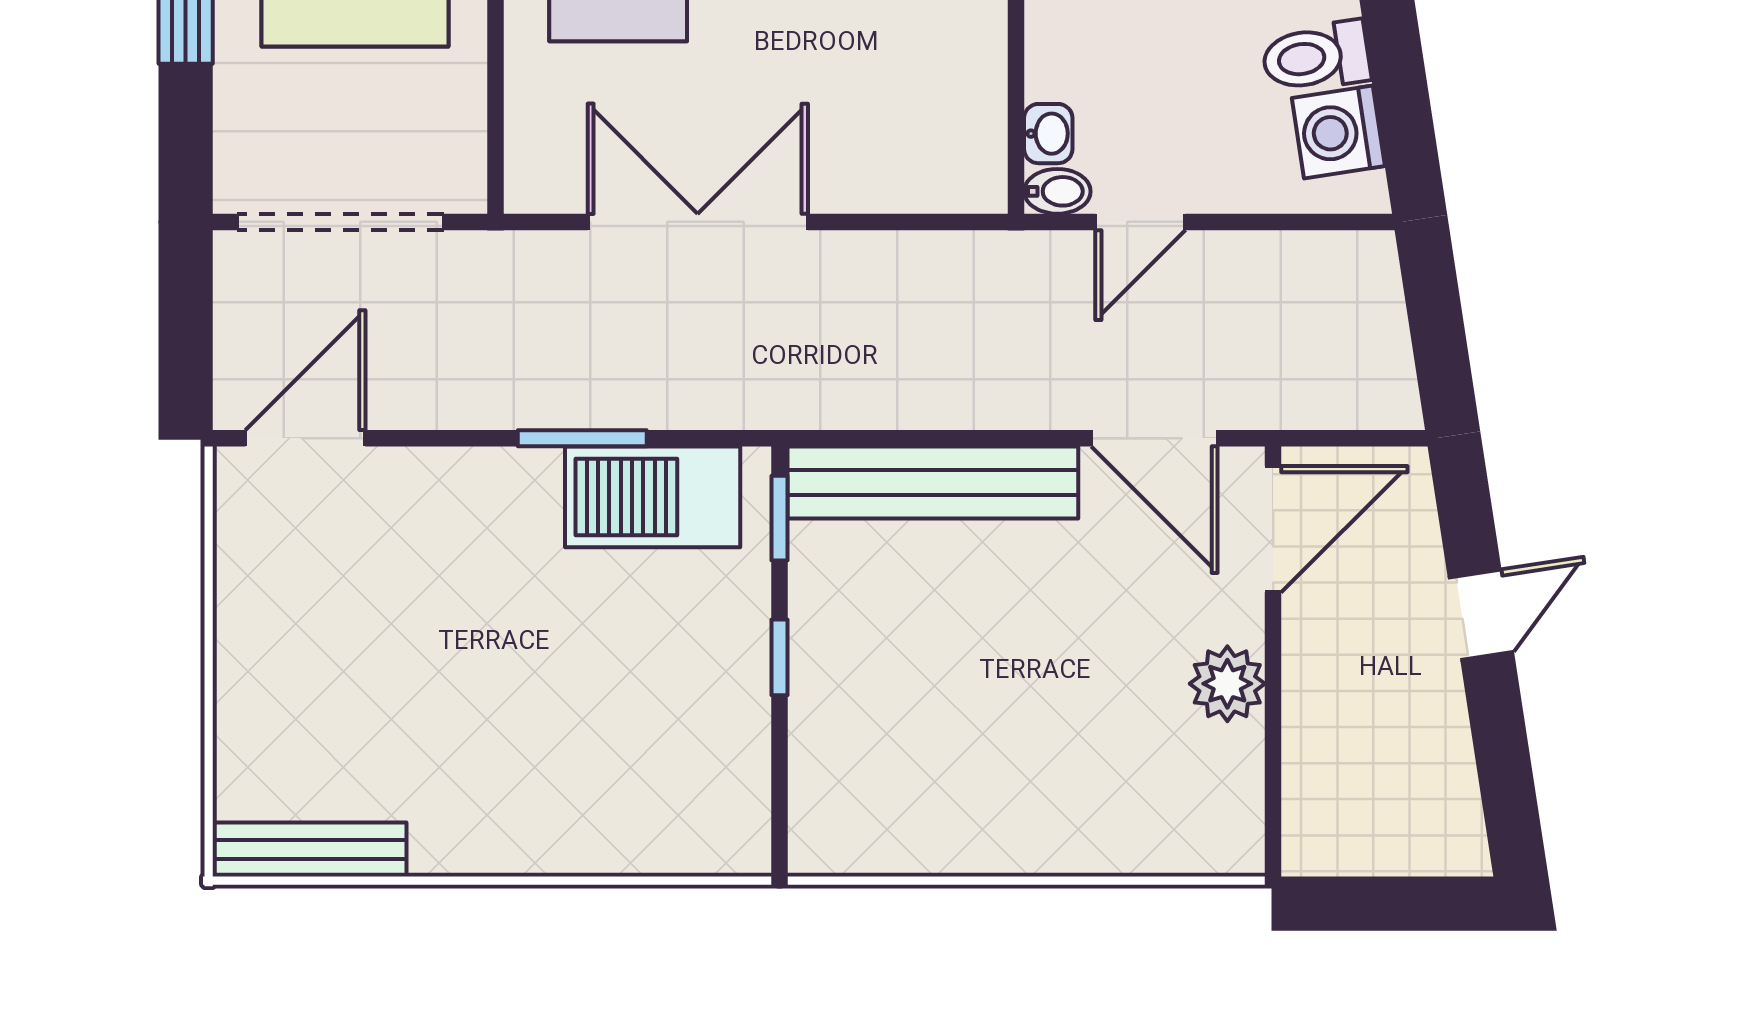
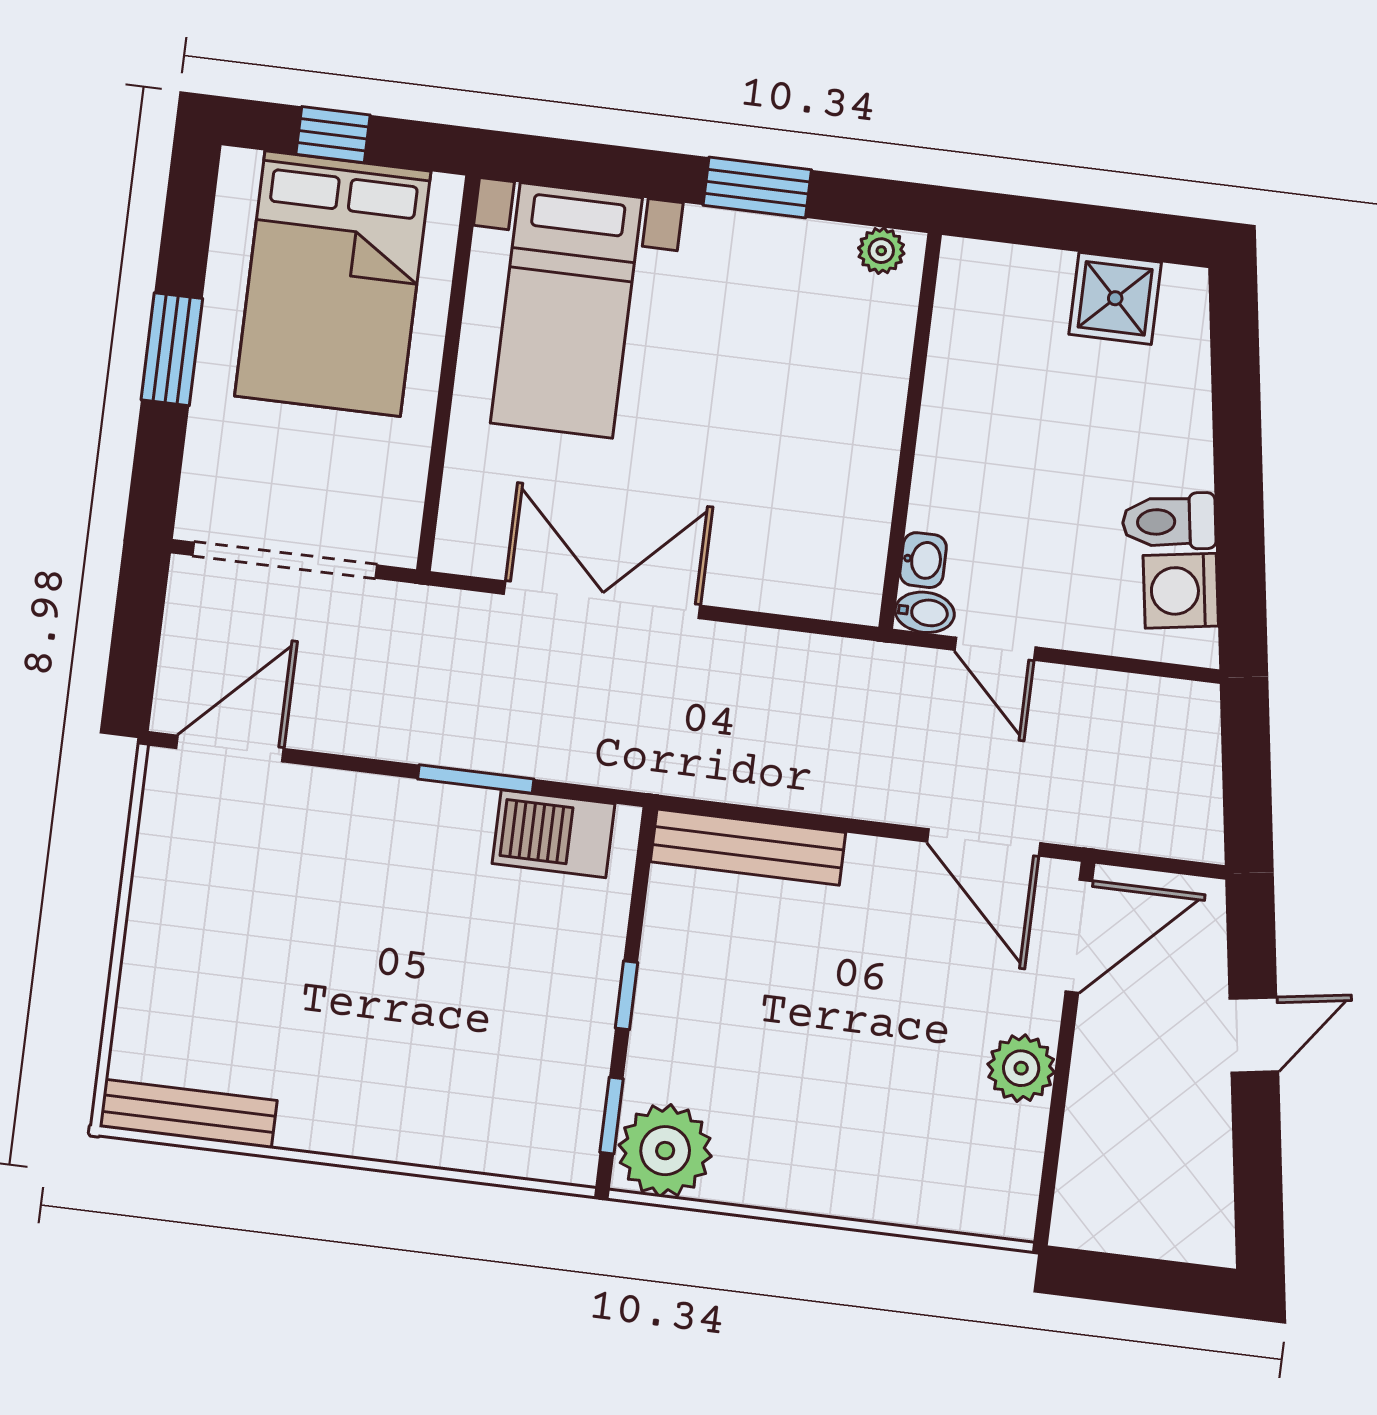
door: (1140, 222) -> (995, 649), hinge flipped
bench: (933, 483) -> (748, 847), width x0.73, depth x0.82
barbecue: (653, 497) -> (554, 834), width x0.73, depth x0.83
window: (779, 518) -> (612, 1116), moved
plant: (844, 824) -> (665, 1151), added

